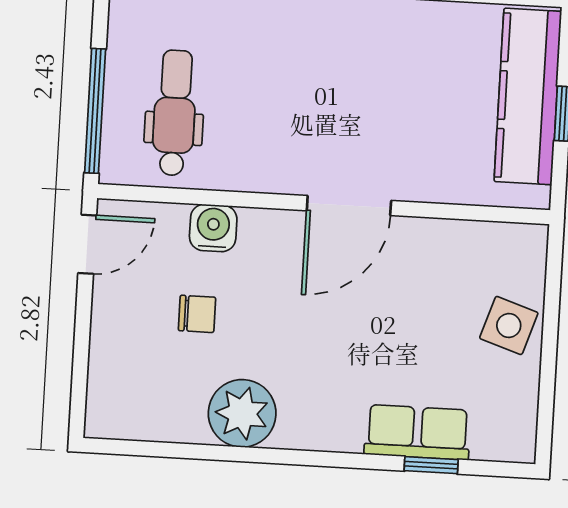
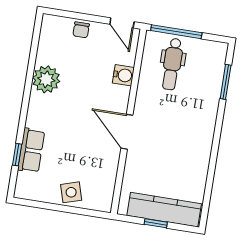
dental chair: (175, 113) -> (172, 64), turned 90
chair: (197, 314) -> (81, 30), moved
side table: (509, 325) -> (71, 192), turned -35

